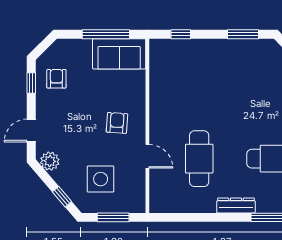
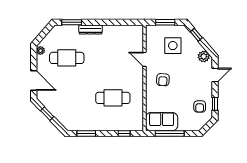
cafe table: (199, 159) -> (113, 98), moved, turned 90

